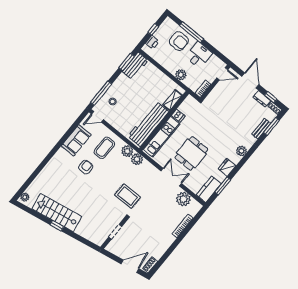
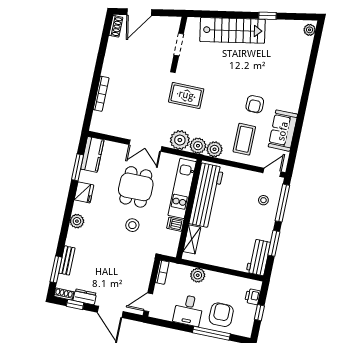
armchair: (179, 41) -> (221, 315), turned 90
window: (127, 62) -> (274, 243), moved
stool: (207, 130) -> (132, 225), added
plant: (183, 199) -> (180, 140), moved
stairs: (57, 213) -> (233, 30), moved
window: (57, 226) -> (268, 16), moved

